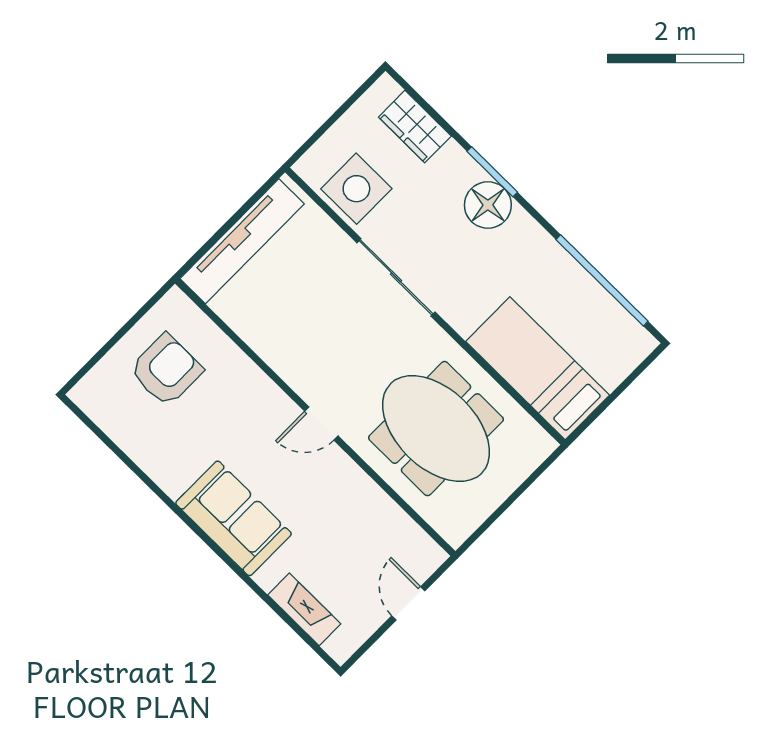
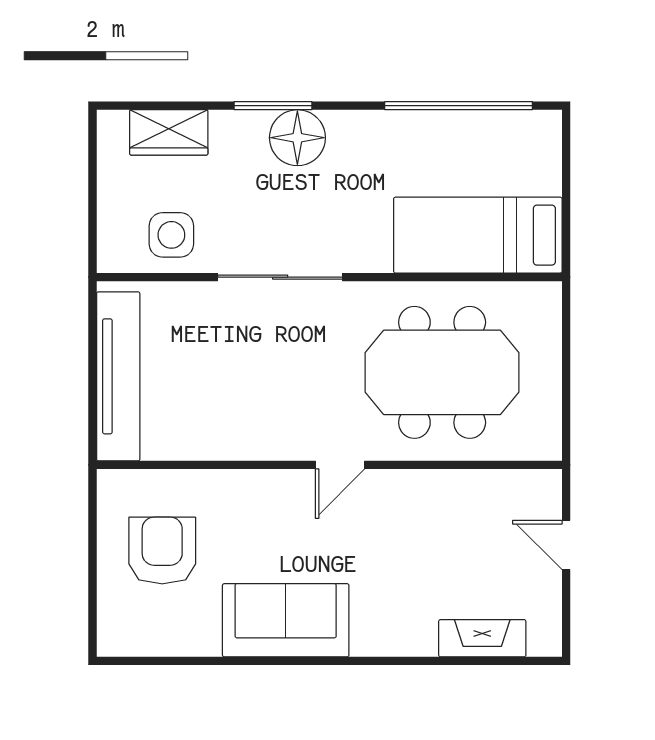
side table: (356, 189) -> (171, 235), width x0.73, depth x0.73
sofa: (234, 518) -> (286, 620), moved

